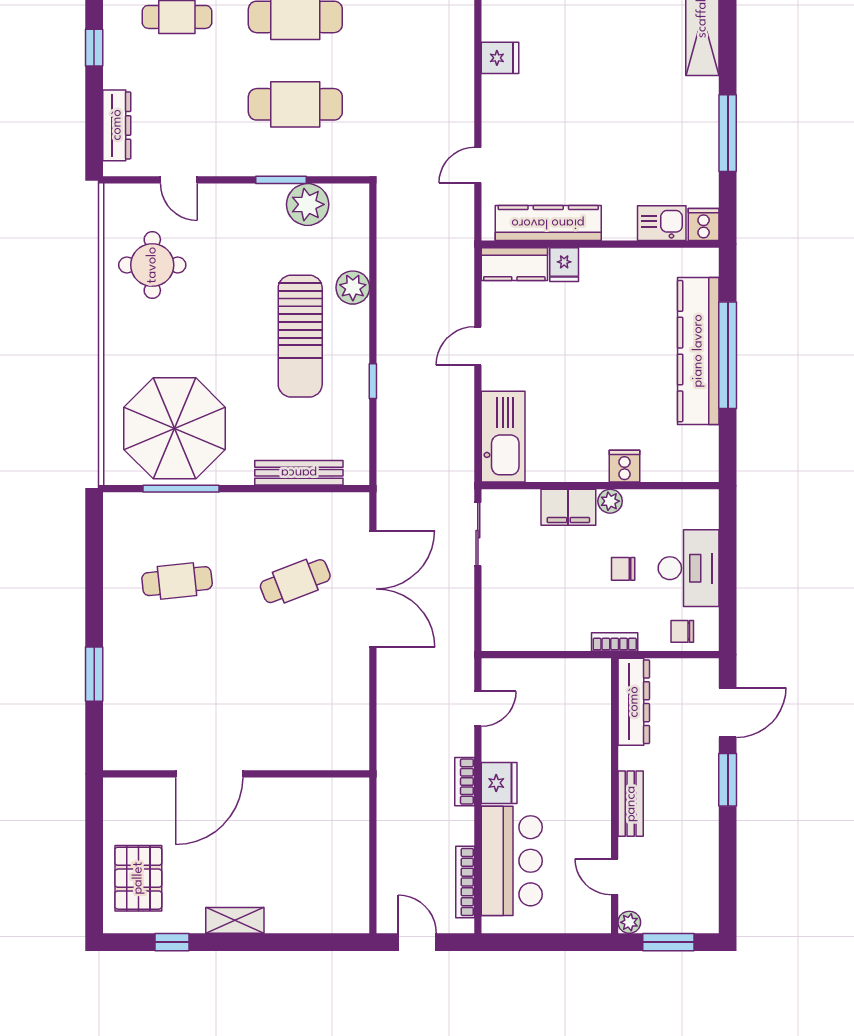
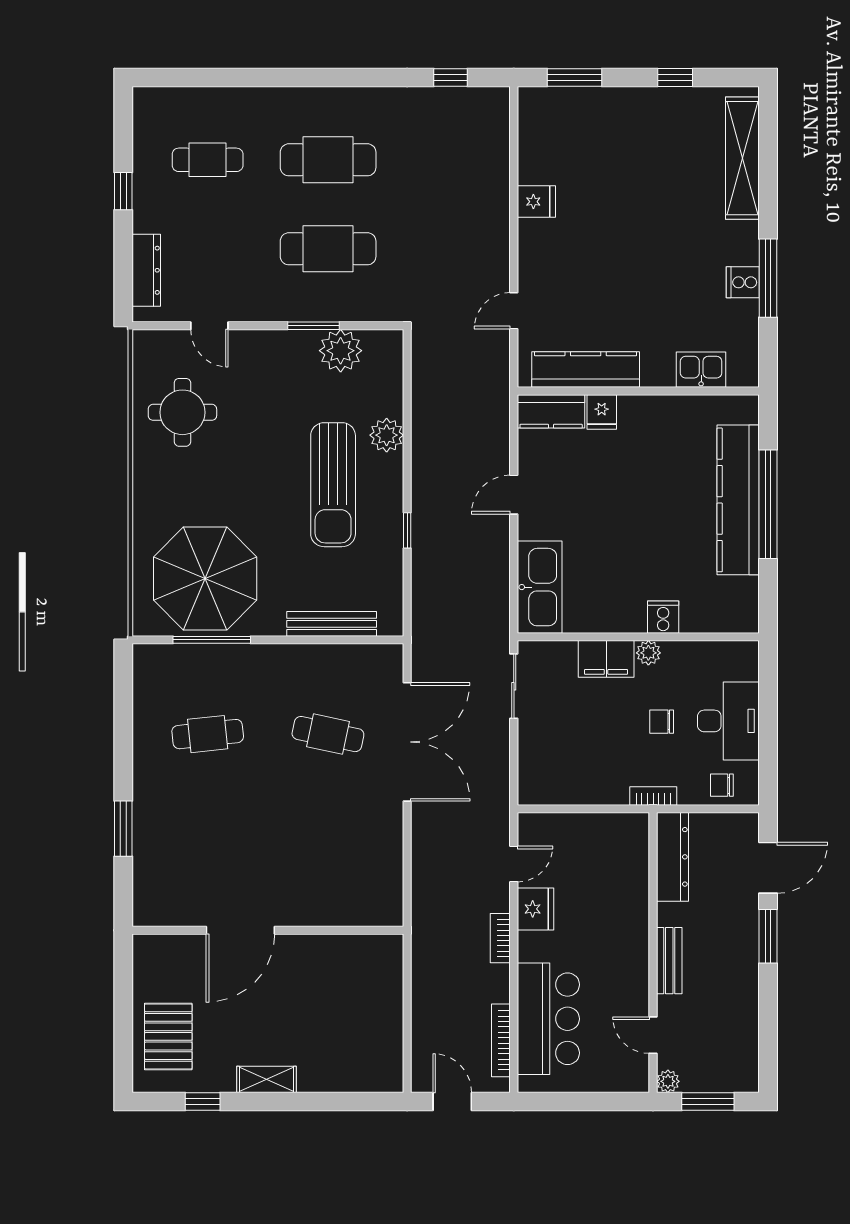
cooker: (704, 224) -> (743, 282), moved, turned -90
cafe table: (295, 581) -> (328, 734), turned 33
fridge: (499, 783) -> (535, 909), moved

